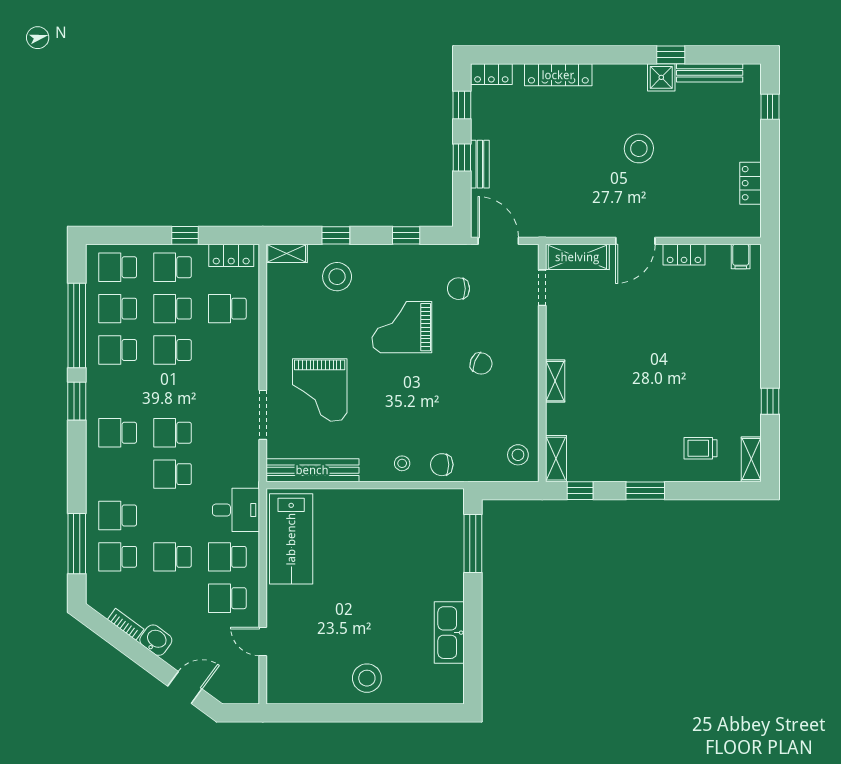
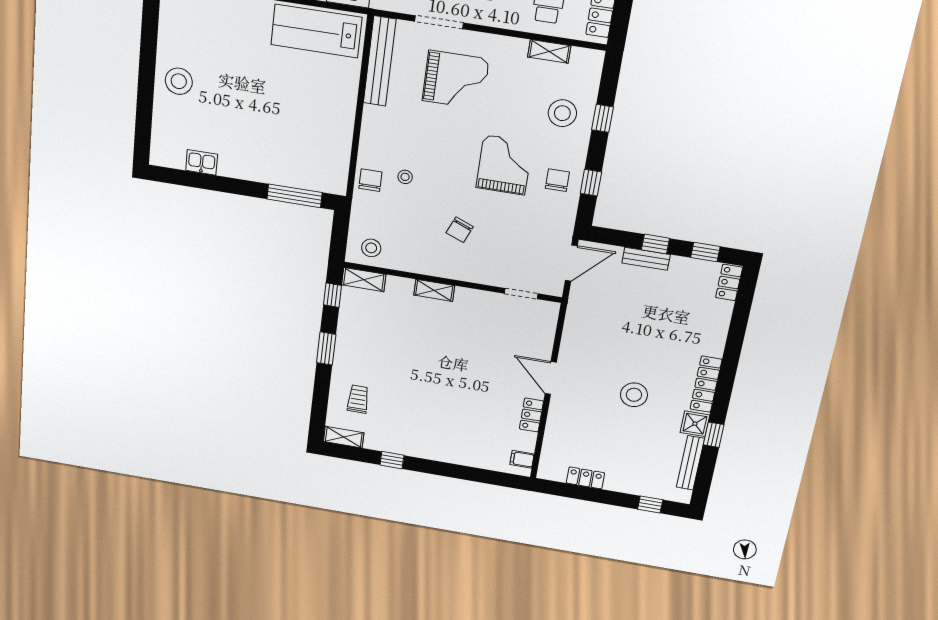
locker: (558, 75) -> (706, 384), moved
shelving: (287, 253) -> (549, 51), moved, turned 90
shelving: (577, 257) -> (545, 328), removed
chair: (458, 289) -> (557, 180), moved
grand piano: (320, 390) -> (456, 80), turned 180
stool: (402, 463) -> (405, 177), moved
kitchen sink: (449, 633) -> (202, 162), width x0.53, depth x0.81

